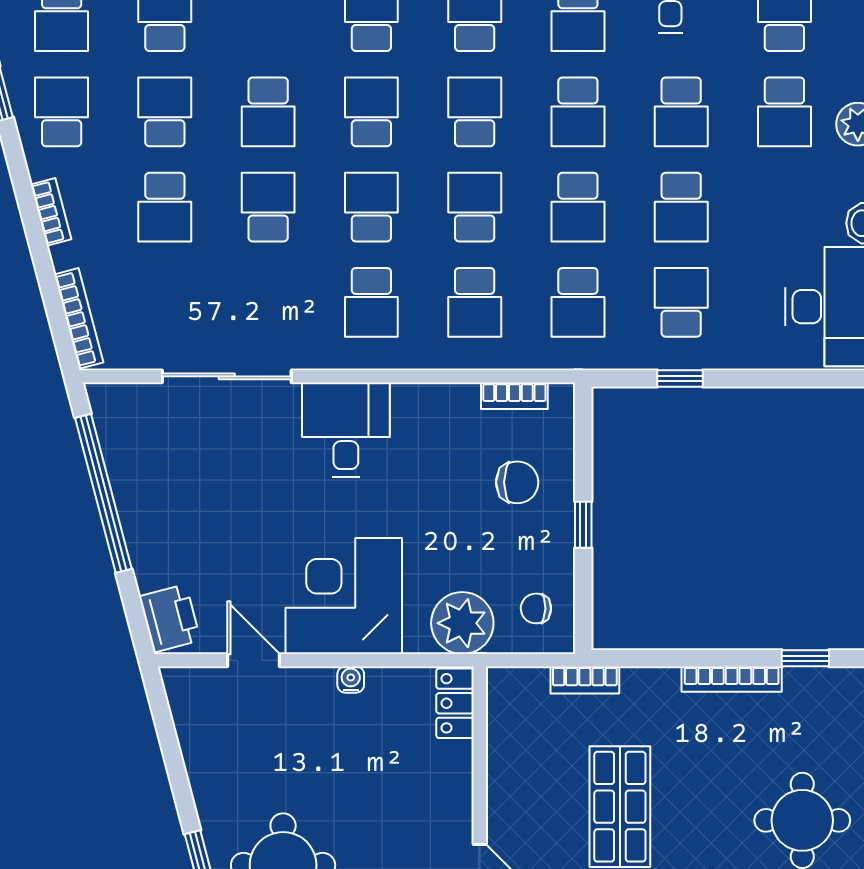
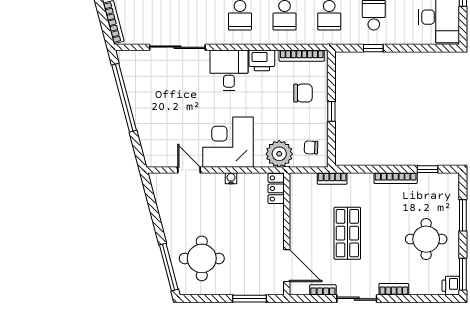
bookcase: (514, 396) -> (302, 56), width x1.56
printer: (170, 618) -> (262, 60), moved, turned 105

